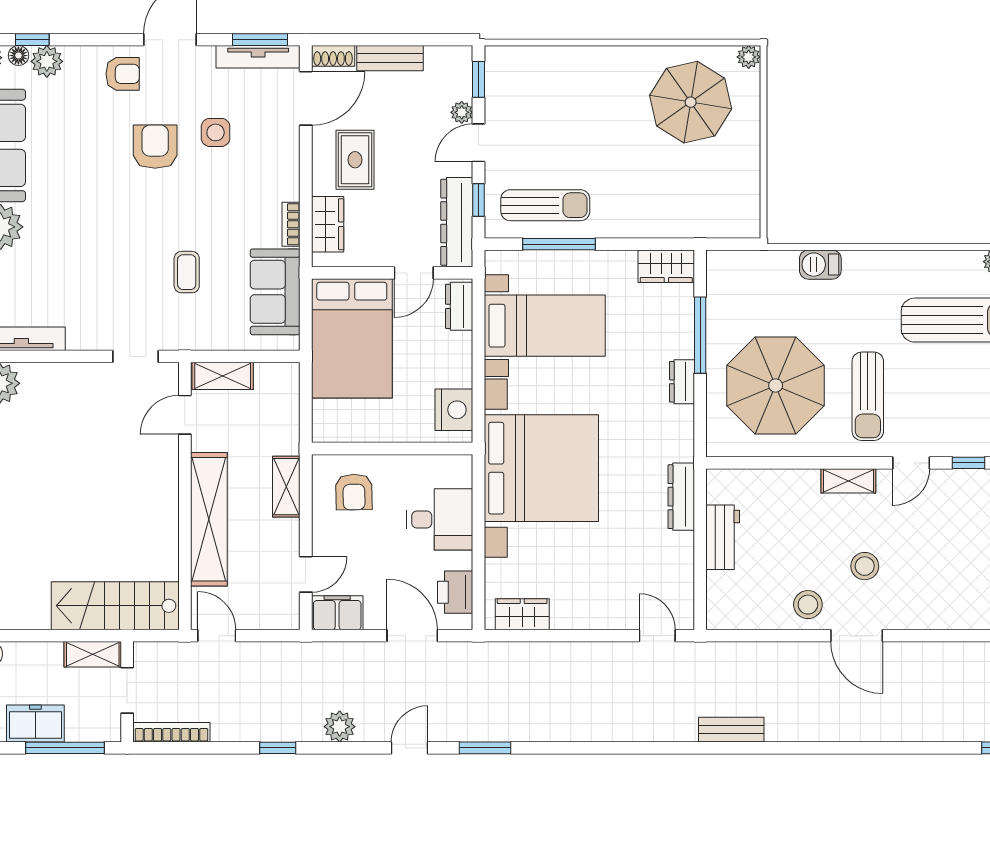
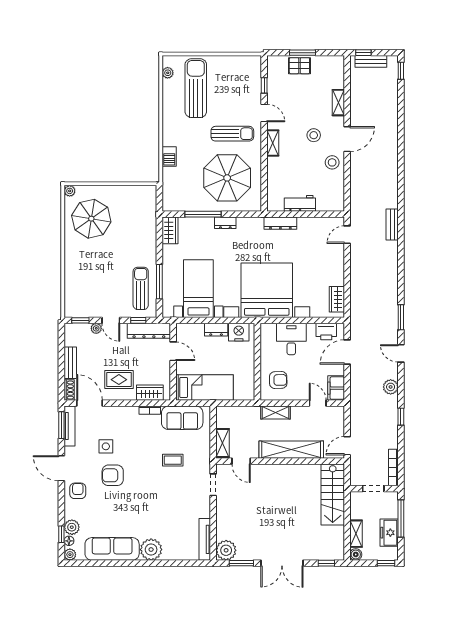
dresser: (459, 306) -> (216, 330), moved
bed: (352, 338) -> (205, 387), width x0.67
shelving: (933, 618) -> (338, 103), added
shelving: (93, 654) -> (356, 534), moved
bench: (731, 730) -> (392, 224), moved

